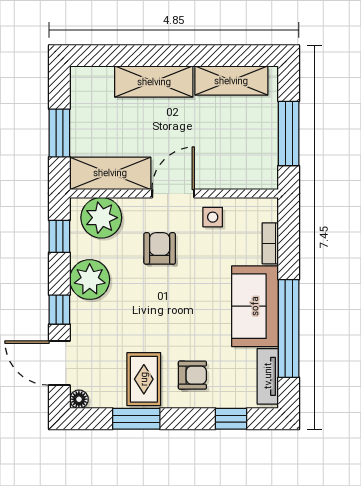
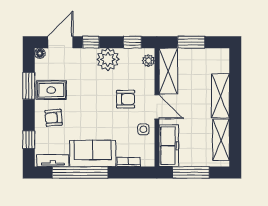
freezer: (242, 172) -> (169, 146), added
plant: (101, 218) -> (148, 61), width x0.53, depth x0.53
armchair: (192, 375) -> (54, 118), turned 85

